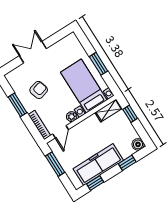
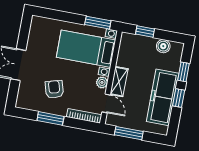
window: (99, 64) -> (98, 23), moved
shelving: (109, 110) -> (119, 82), moved
boiler: (138, 144) -> (163, 46), moved
window: (95, 183) -> (179, 98), moved

